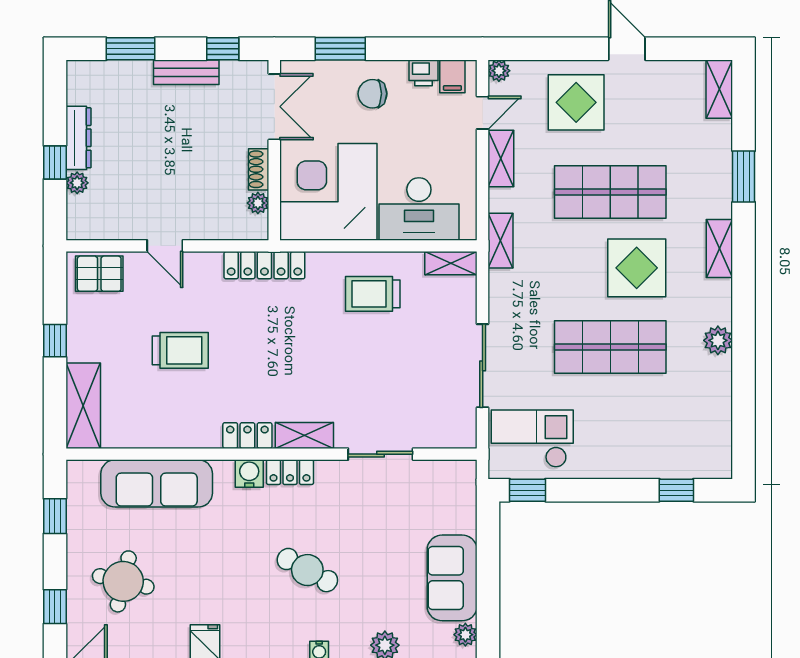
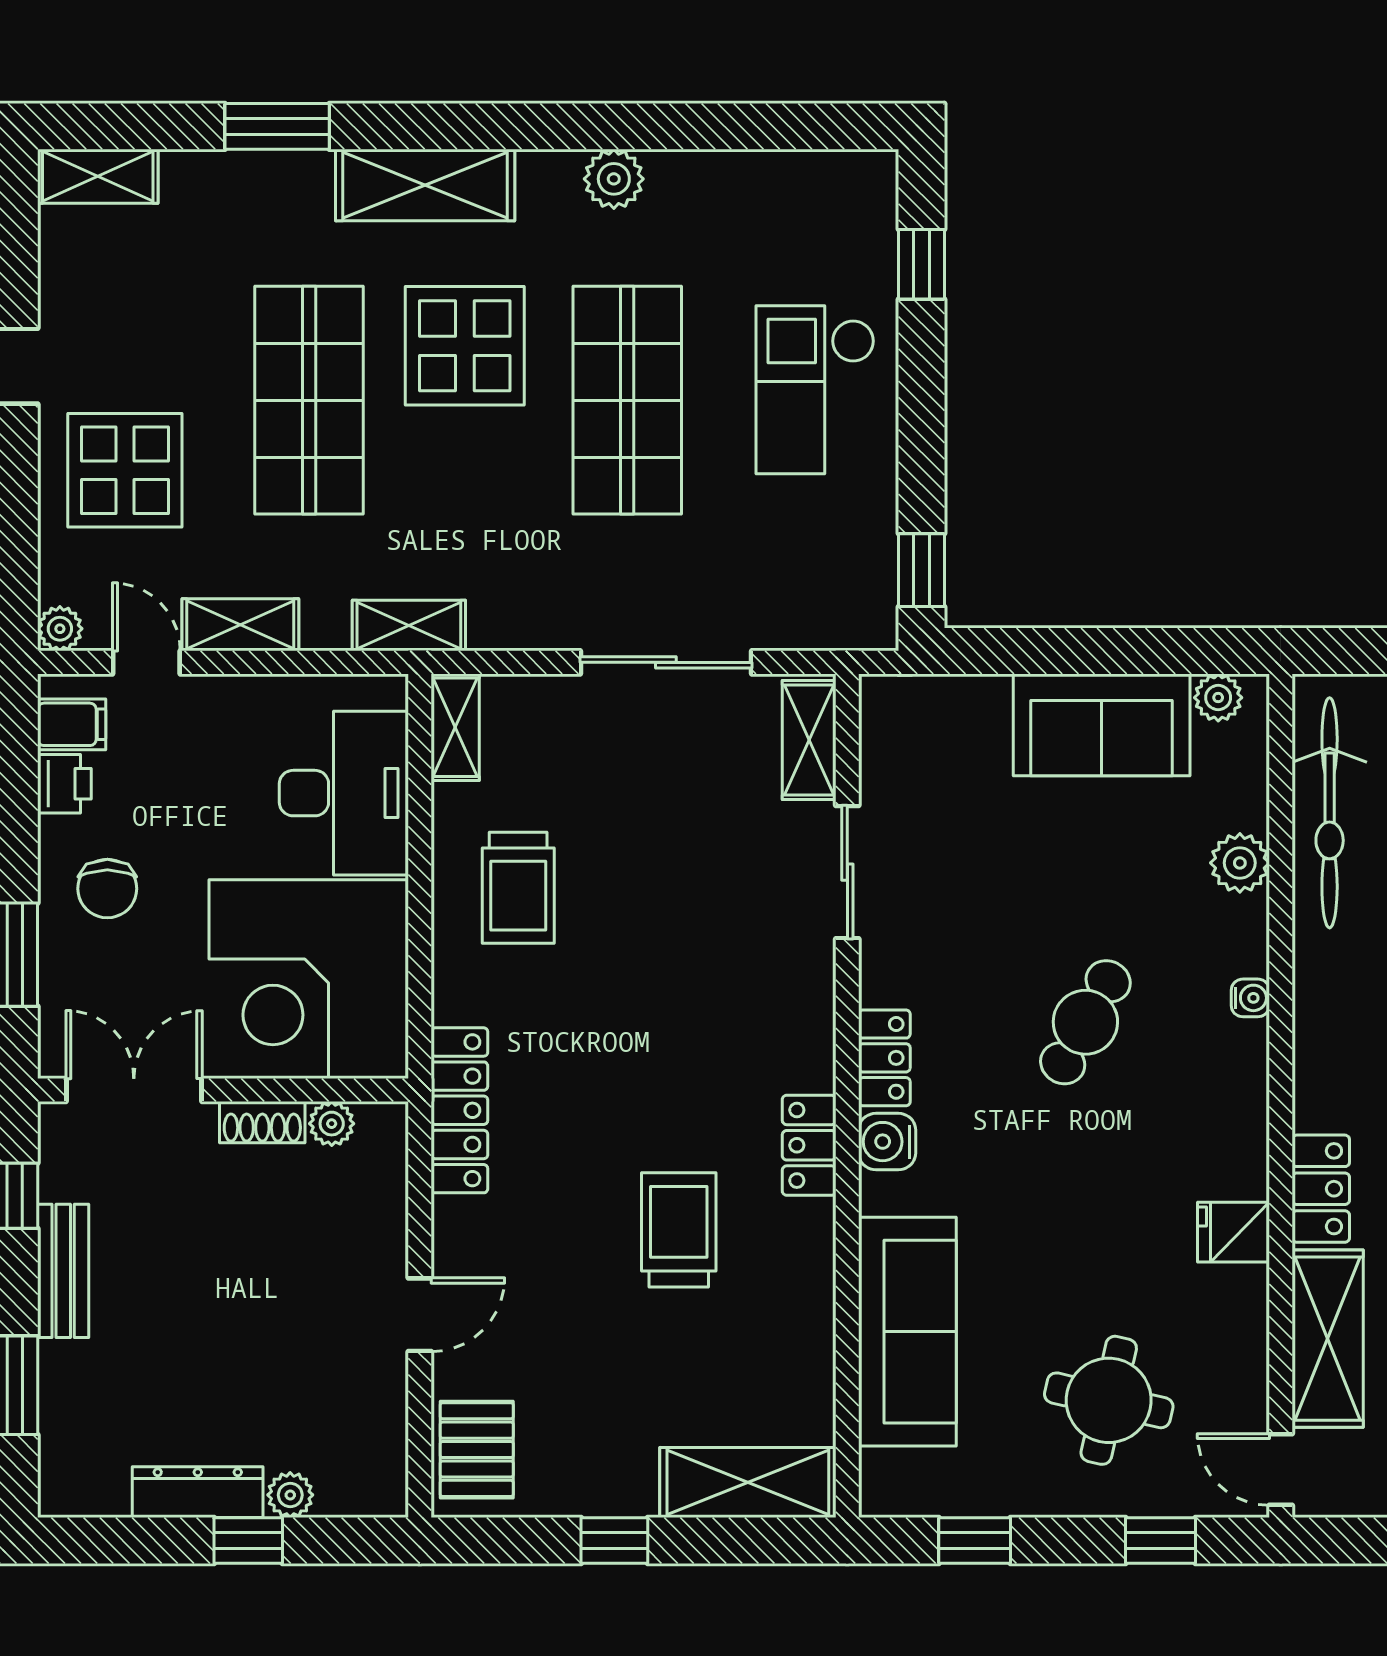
shelving: (719, 249) -> (425, 185), width x1.50, depth x1.33
trolley: (180, 350) -> (679, 1230), moved
shelving: (304, 436) -> (809, 740), moved
checkout: (532, 439) -> (815, 390), moved

